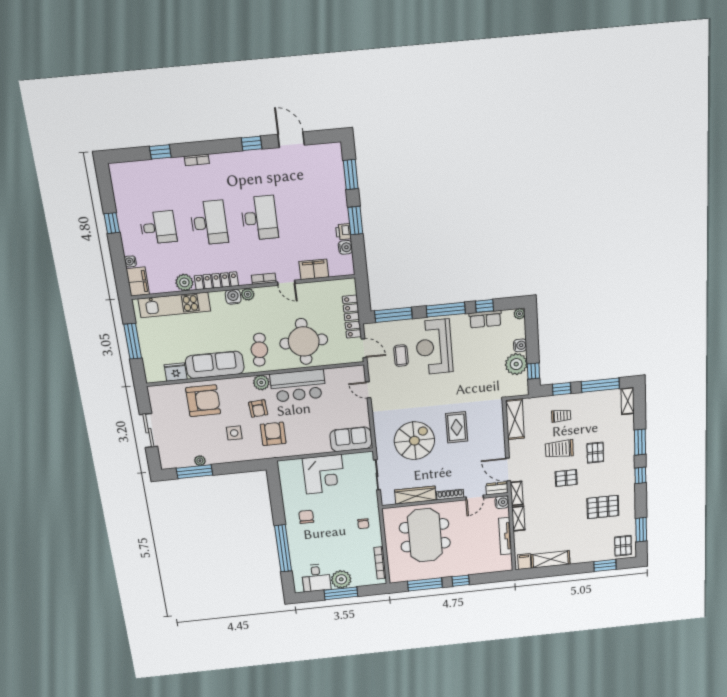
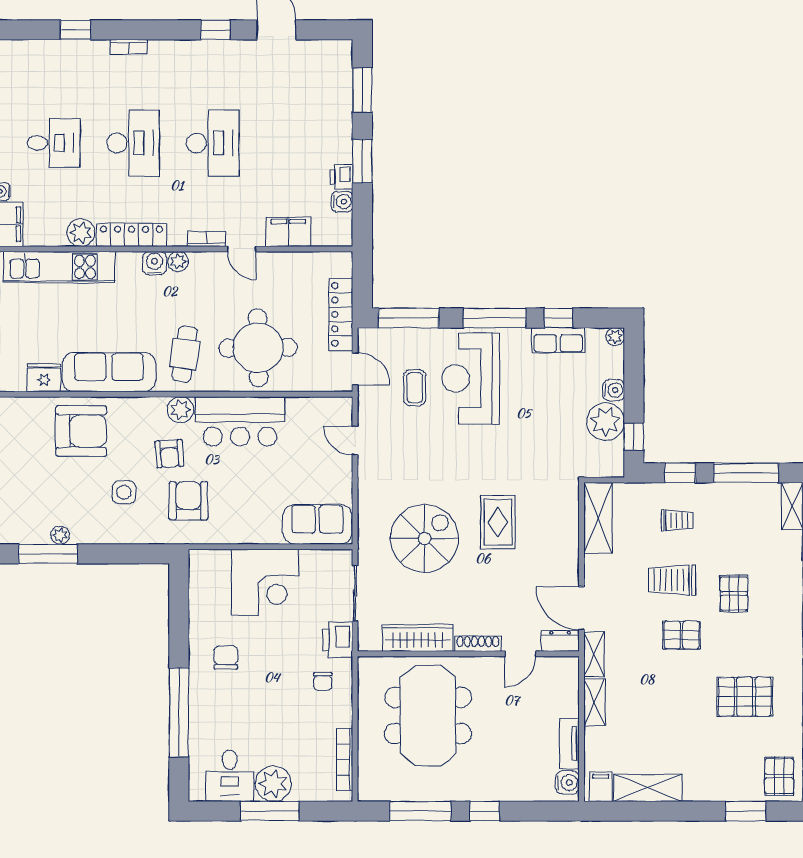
printer: (370, 501) -> (338, 640), added
water cooler: (502, 502) -> (567, 783), moved
tv unit: (505, 536) -> (569, 744), width x0.71

